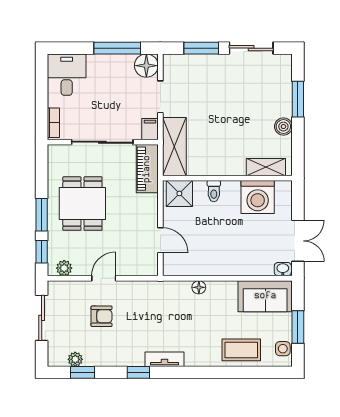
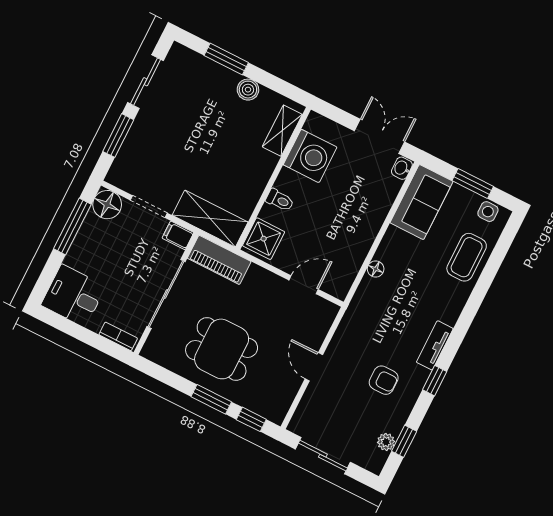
plant: (64, 268) -> (281, 404), removed
armchair: (102, 316) -> (384, 380), moved, turned 90

